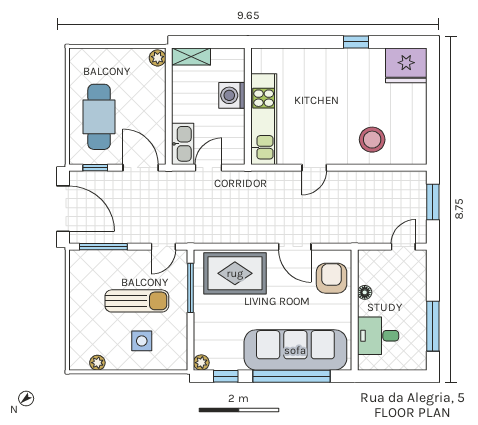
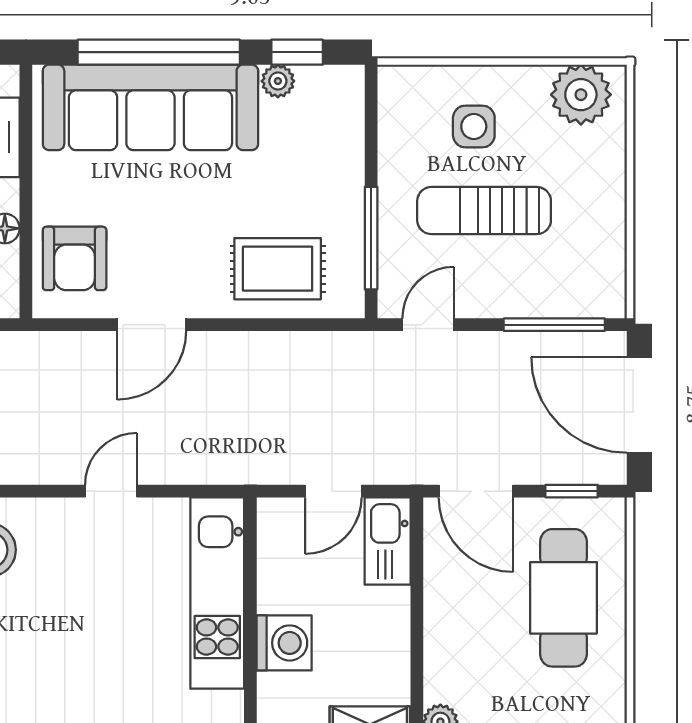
door: (295, 247) -> (152, 325), swing flipped
rug: (235, 273) -> (278, 269), width x0.73, depth x0.70
plant: (97, 363) -> (581, 95), width x1.88, depth x1.88
plant: (201, 363) -> (278, 81), moved

